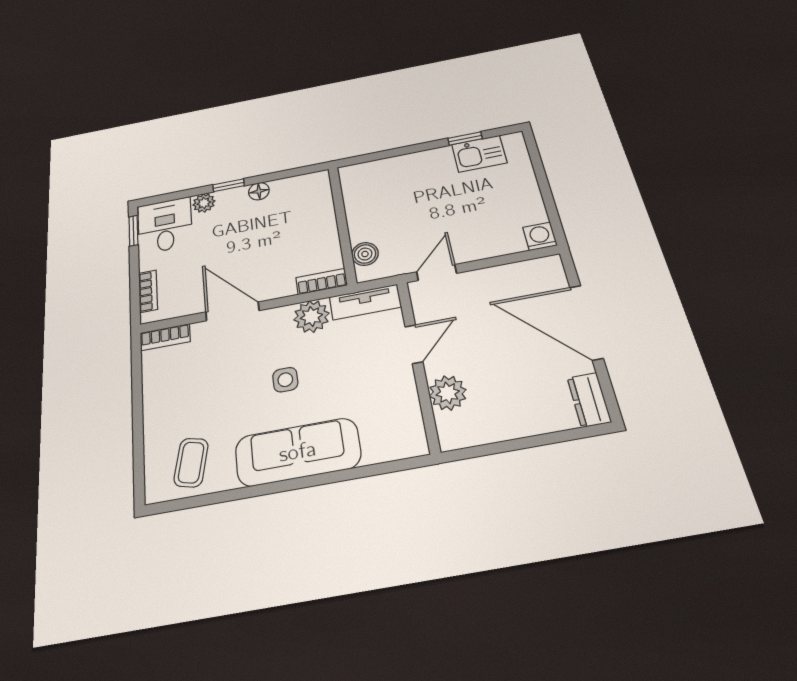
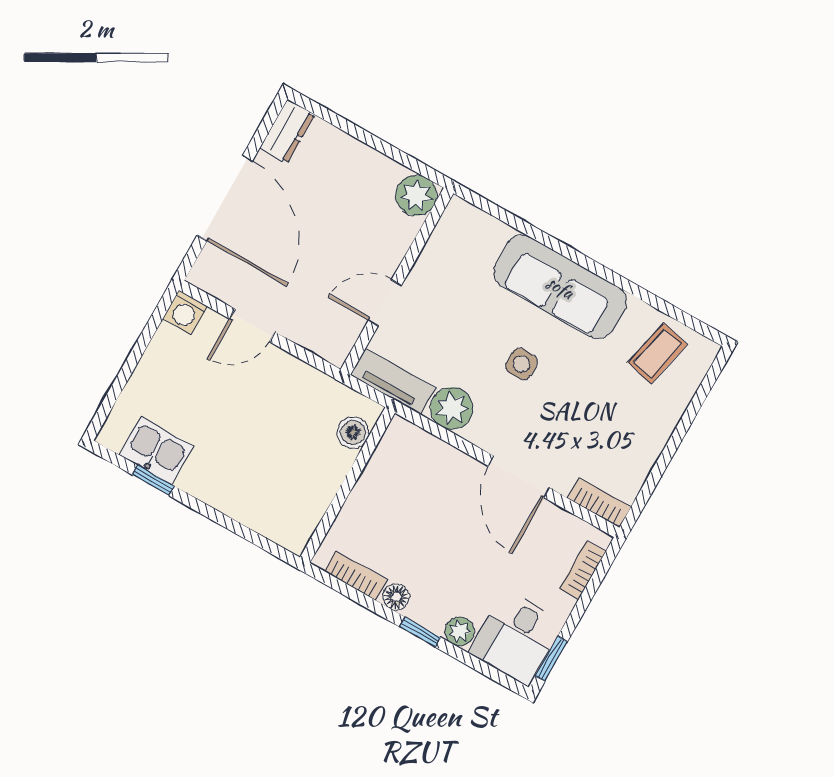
door: (437, 273) -> (252, 325), moved
bookcase: (322, 281) -> (356, 576), moved, turned 180
plant: (448, 393) -> (416, 195), moved

